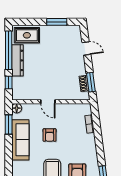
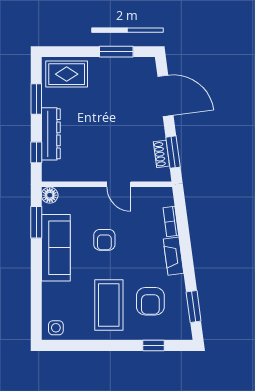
door: (86, 48) -> (166, 96), width x1.87
window: (9, 50) -> (36, 99), width x0.47
dresser: (17, 60) -> (51, 134), moved
door: (48, 102) -> (119, 184), moved
fireplace: (91, 145) -> (173, 256), added

